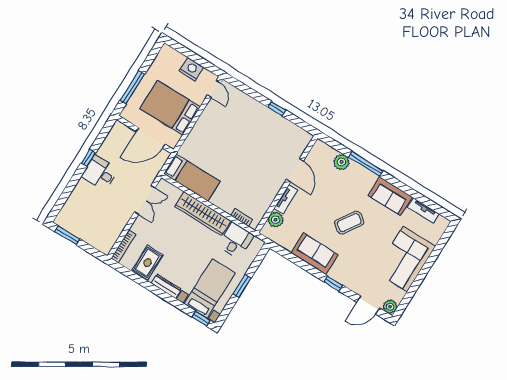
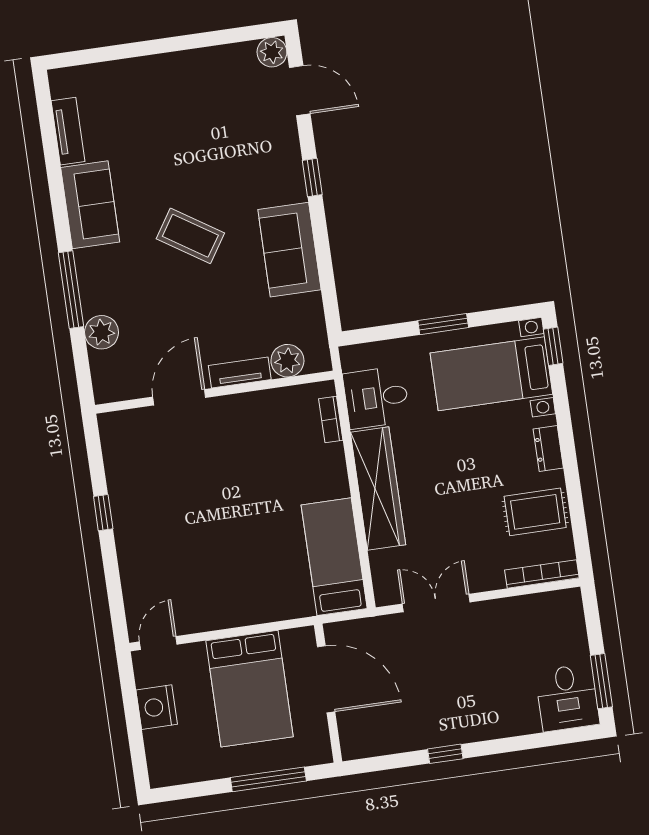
desk: (100, 173) -> (567, 698), moved
corner sofa: (405, 259) -> (173, 93), removed
dresser: (166, 286) -> (548, 449), width x0.70

